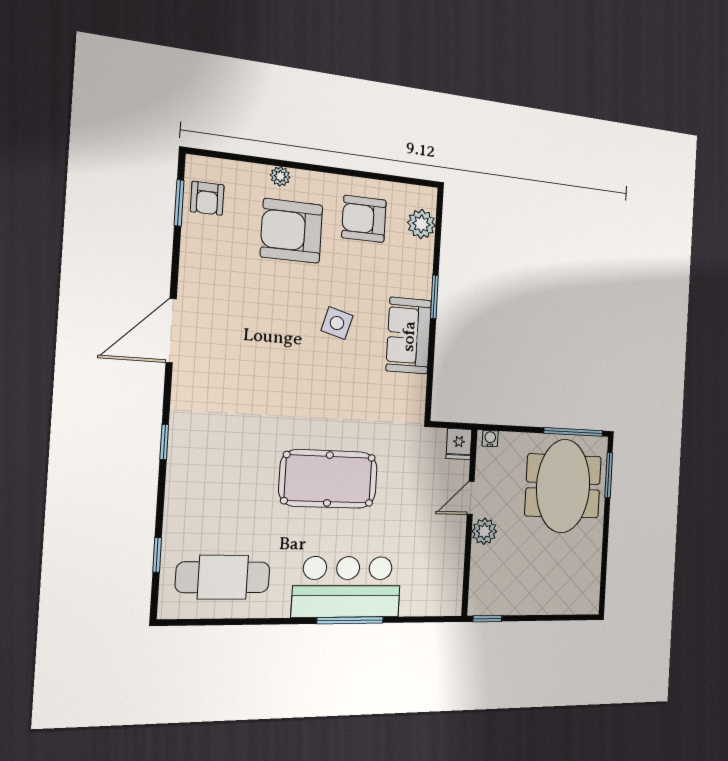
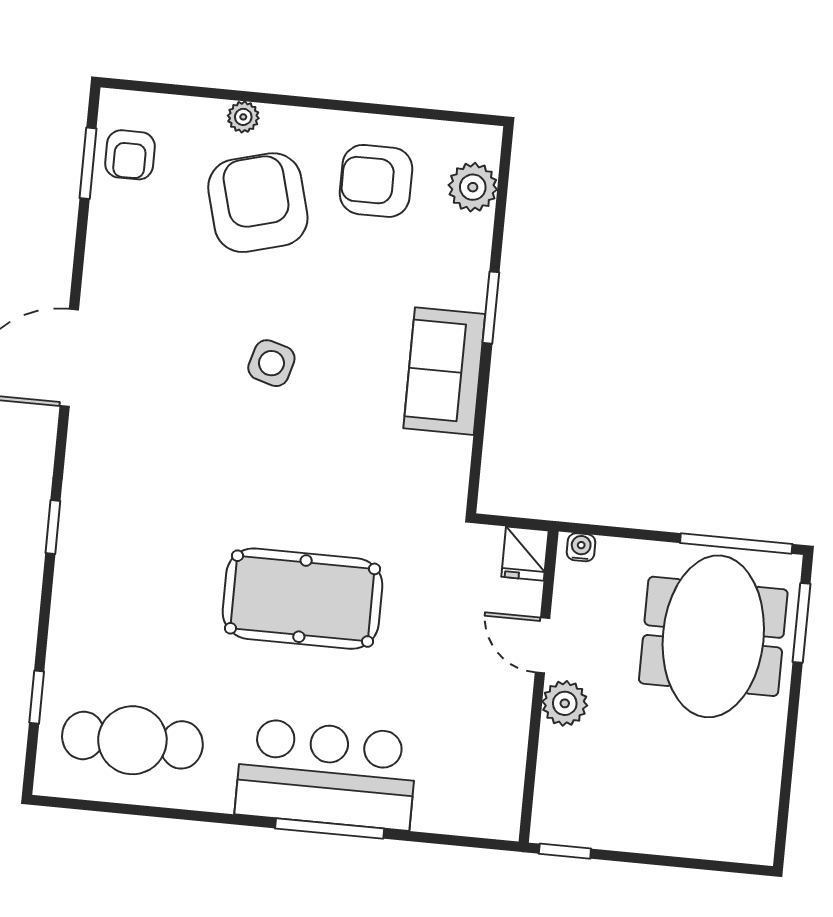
armchair: (292, 231) -> (258, 203), turned 75
side table: (337, 323) -> (271, 363), moved
door: (471, 498) -> (543, 645), hinge flipped

